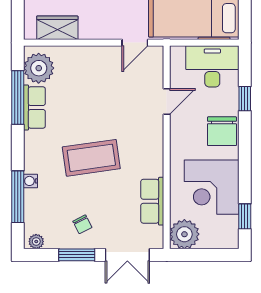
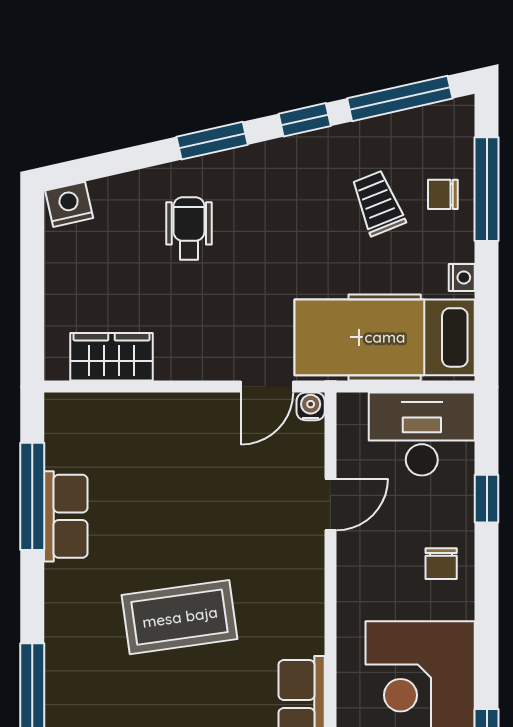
plant: (39, 68) -> (74, 438), removed
chair: (222, 131) -> (441, 564), width x0.54, depth x0.54
water cooler: (31, 181) -> (311, 406), moved, turned 90

